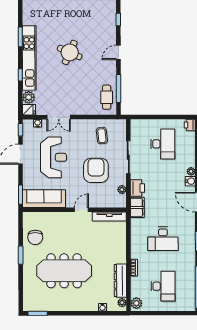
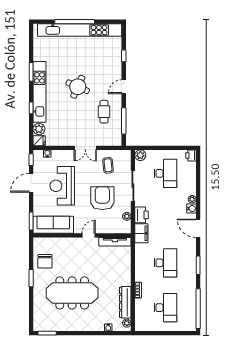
cafe table: (107, 97) -> (104, 112), moved
double door: (59, 117) -> (85, 148), moved
reception desk: (53, 157) -> (62, 186), turned 180
desk: (163, 239) -> (165, 263), turned -90
plant: (136, 303) -> (140, 155), moved

